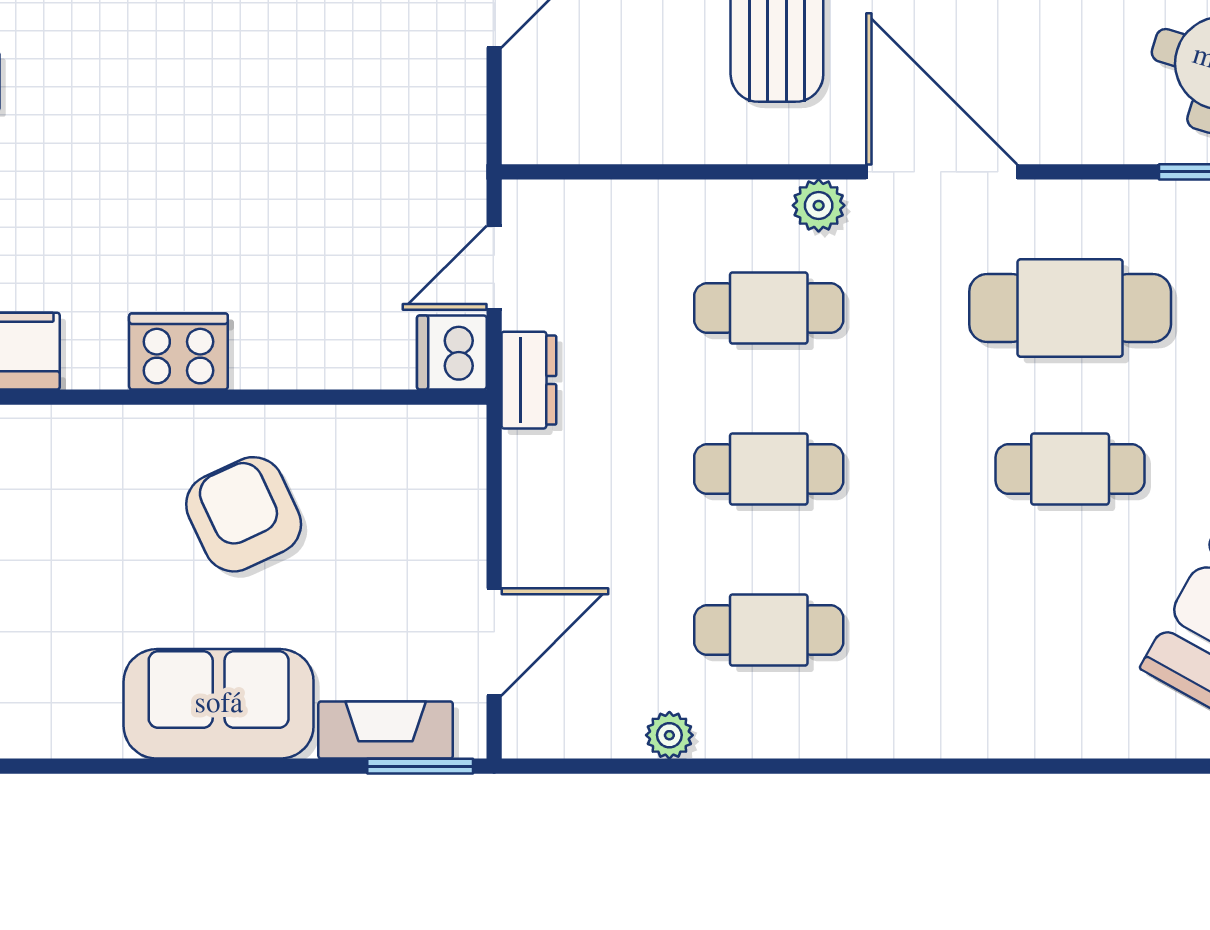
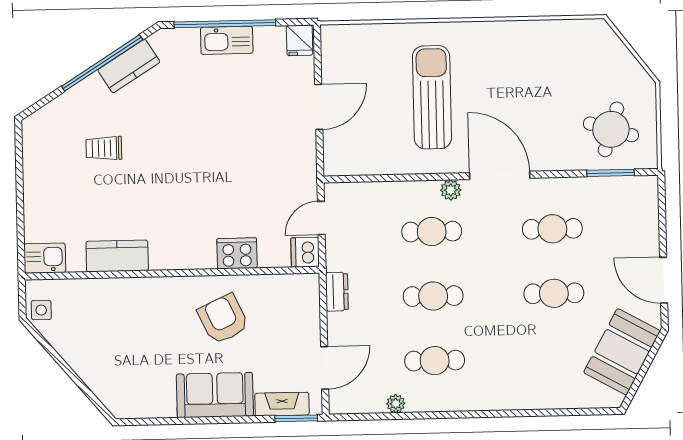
cafe table: (1070, 308) -> (552, 229), width x0.73, depth x0.74
cooker: (178, 351) -> (237, 253), moved
dresser: (529, 380) -> (337, 292), moved

